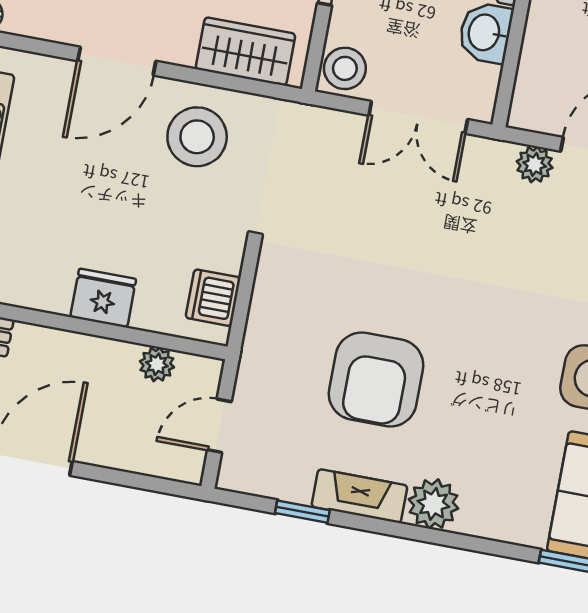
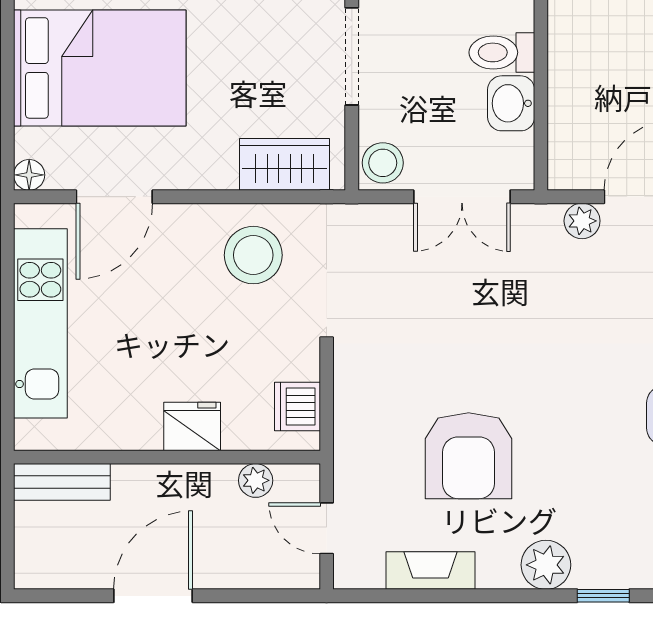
door: (117, 61) -> (114, 197), moved
door: (219, 426) -> (327, 528), hinge flipped
fireplace: (359, 496) -> (431, 571), moved
window: (302, 512) -> (603, 596), moved

